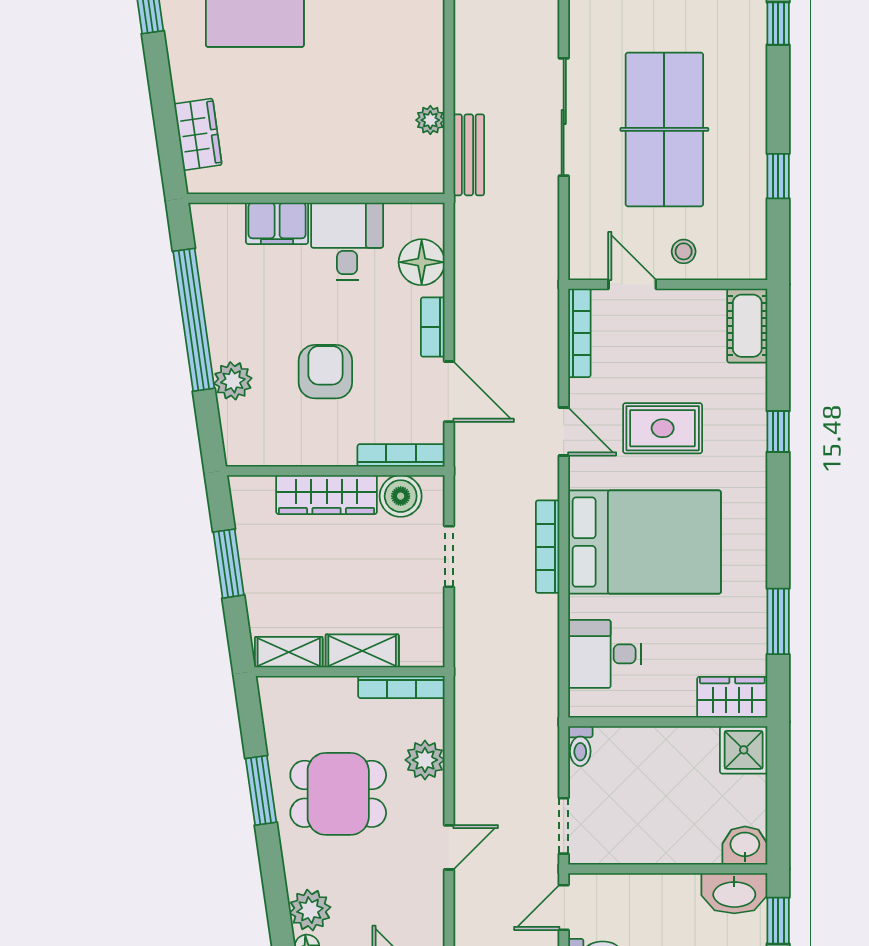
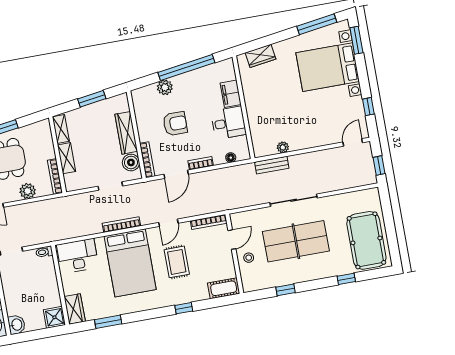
floor lamp: (422, 262) -> (231, 158), width x0.53, depth x0.53
desk: (605, 654) -> (78, 256), width x1.37

